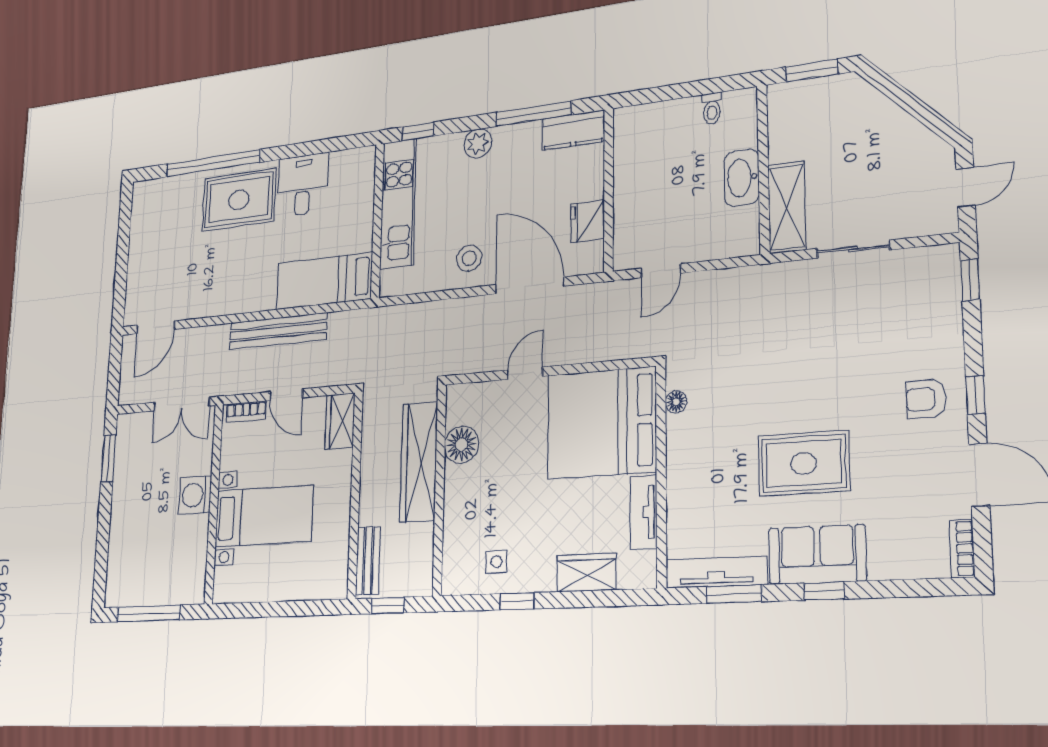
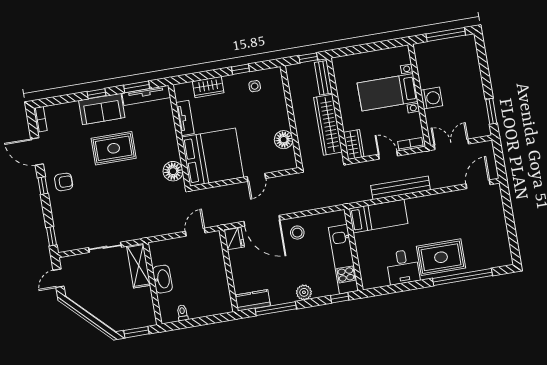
fridge: (588, 221) -> (234, 239), moved
floor lamp: (676, 402) -> (173, 171), width x1.89, depth x1.89
wardrobe: (419, 462) -> (328, 125), moved, turned 180

